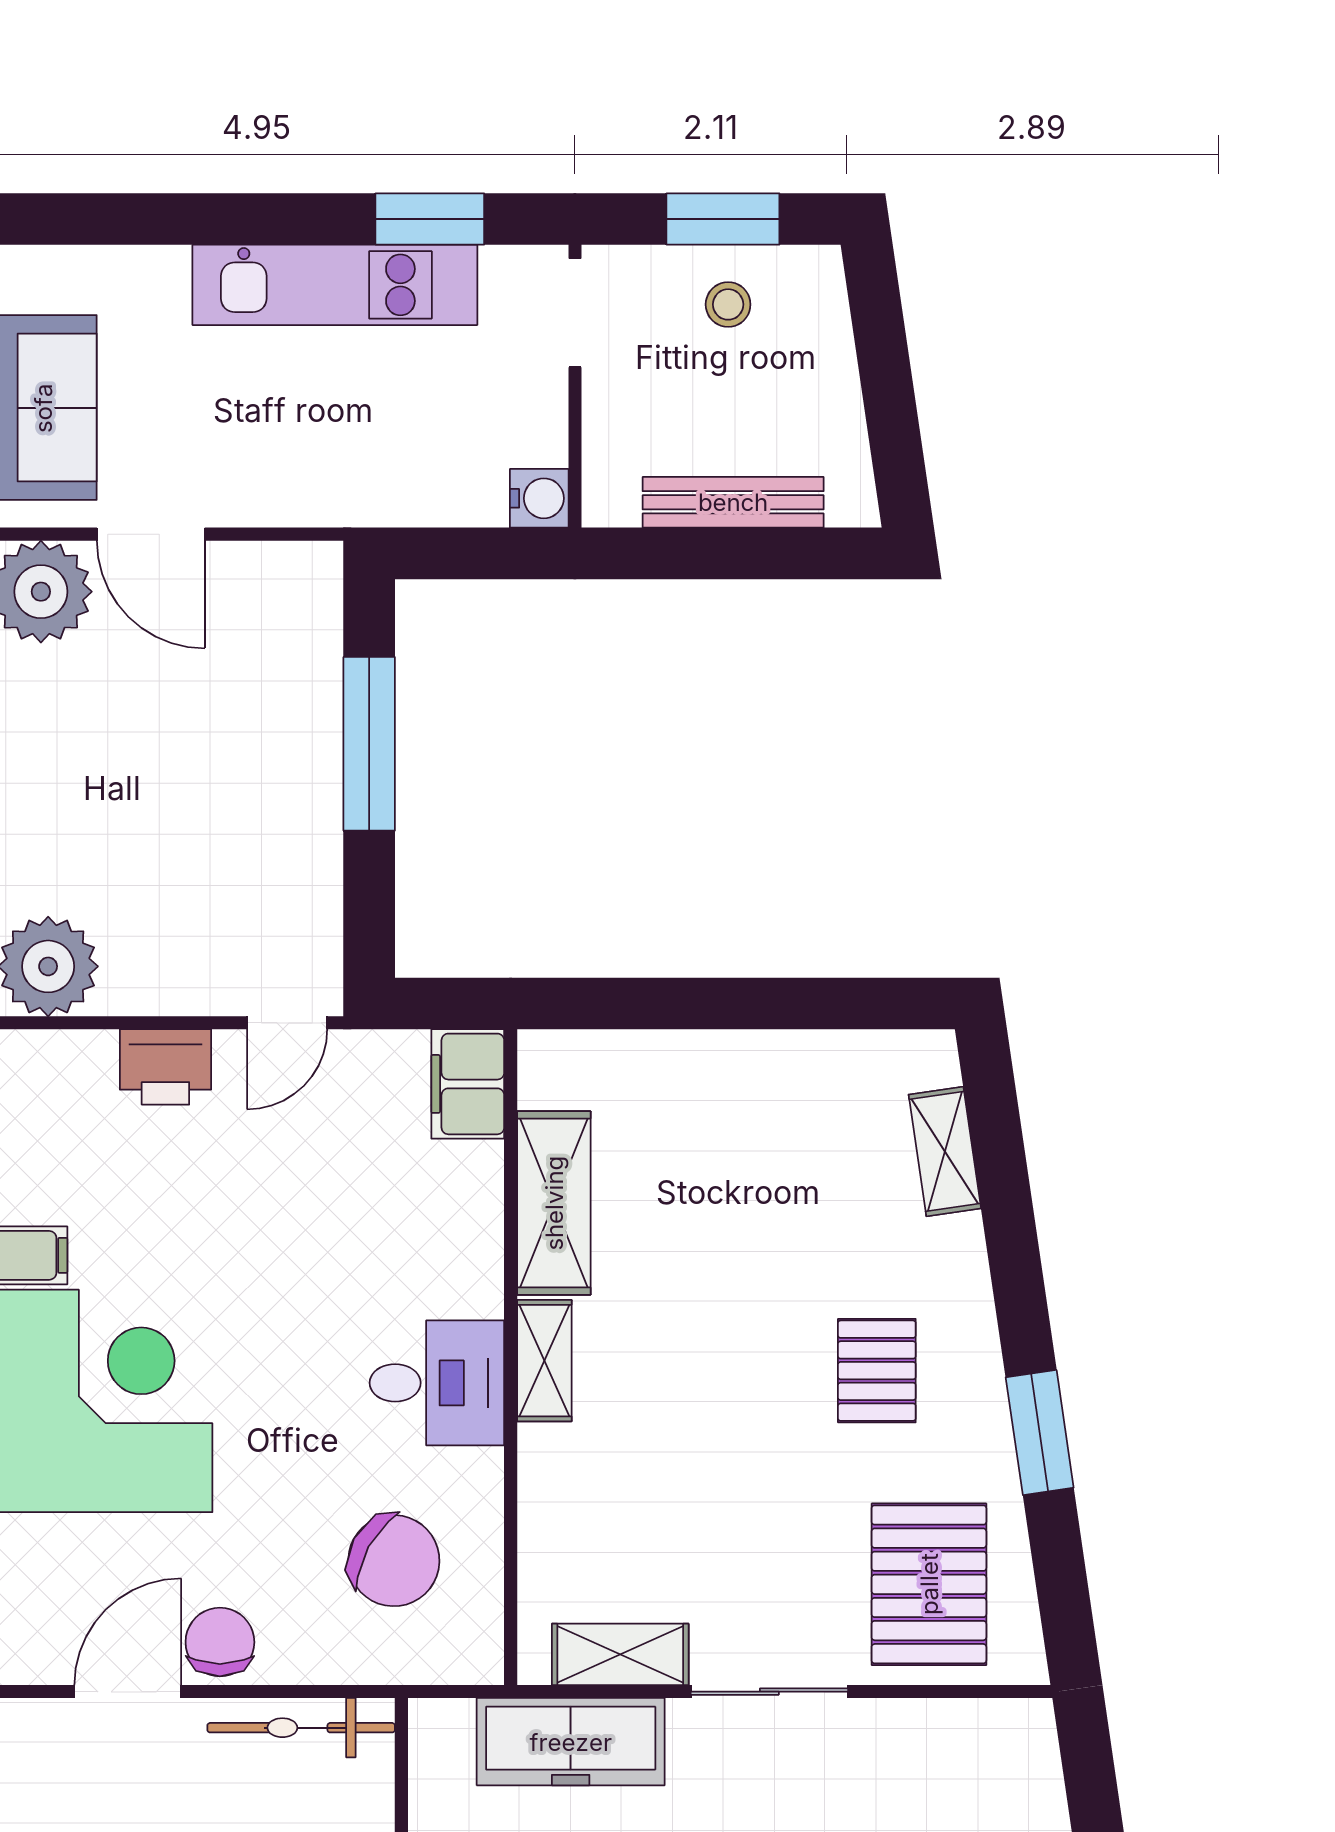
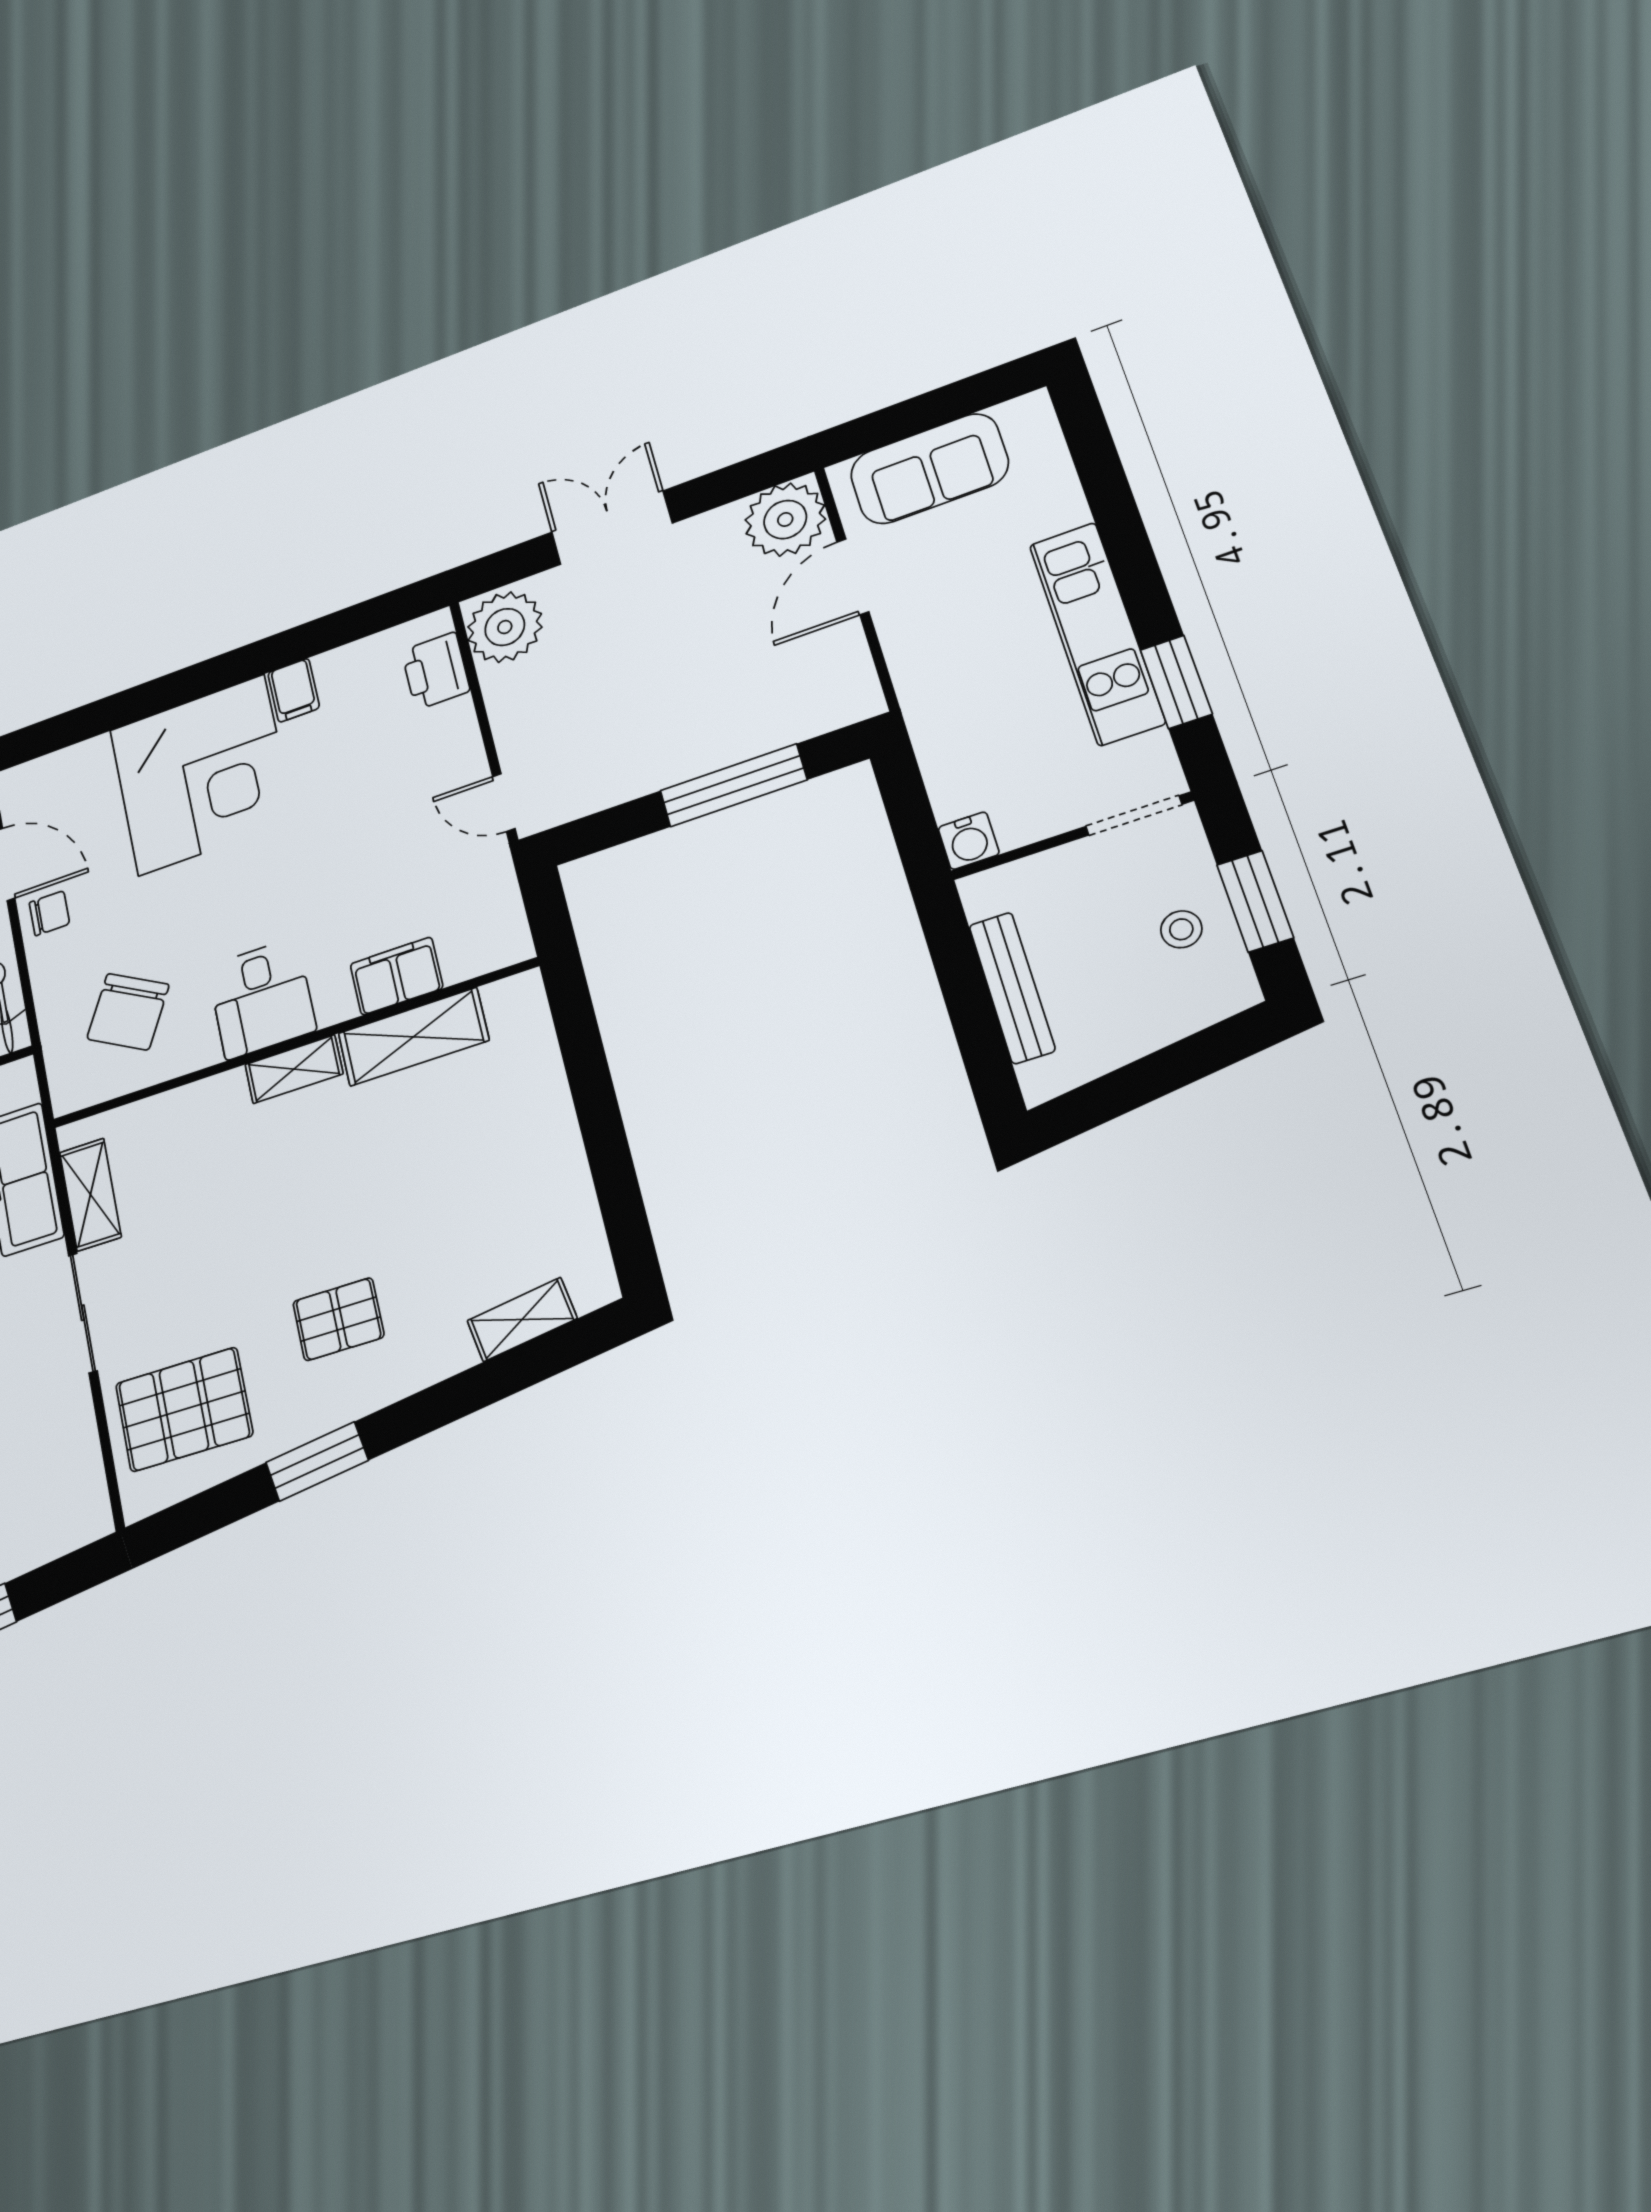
printer: (165, 1067) -> (436, 671), moved
filing cabinet: (468, 1084) -> (396, 976), moved
chair: (220, 1642) -> (49, 913), width x0.73, depth x0.73

